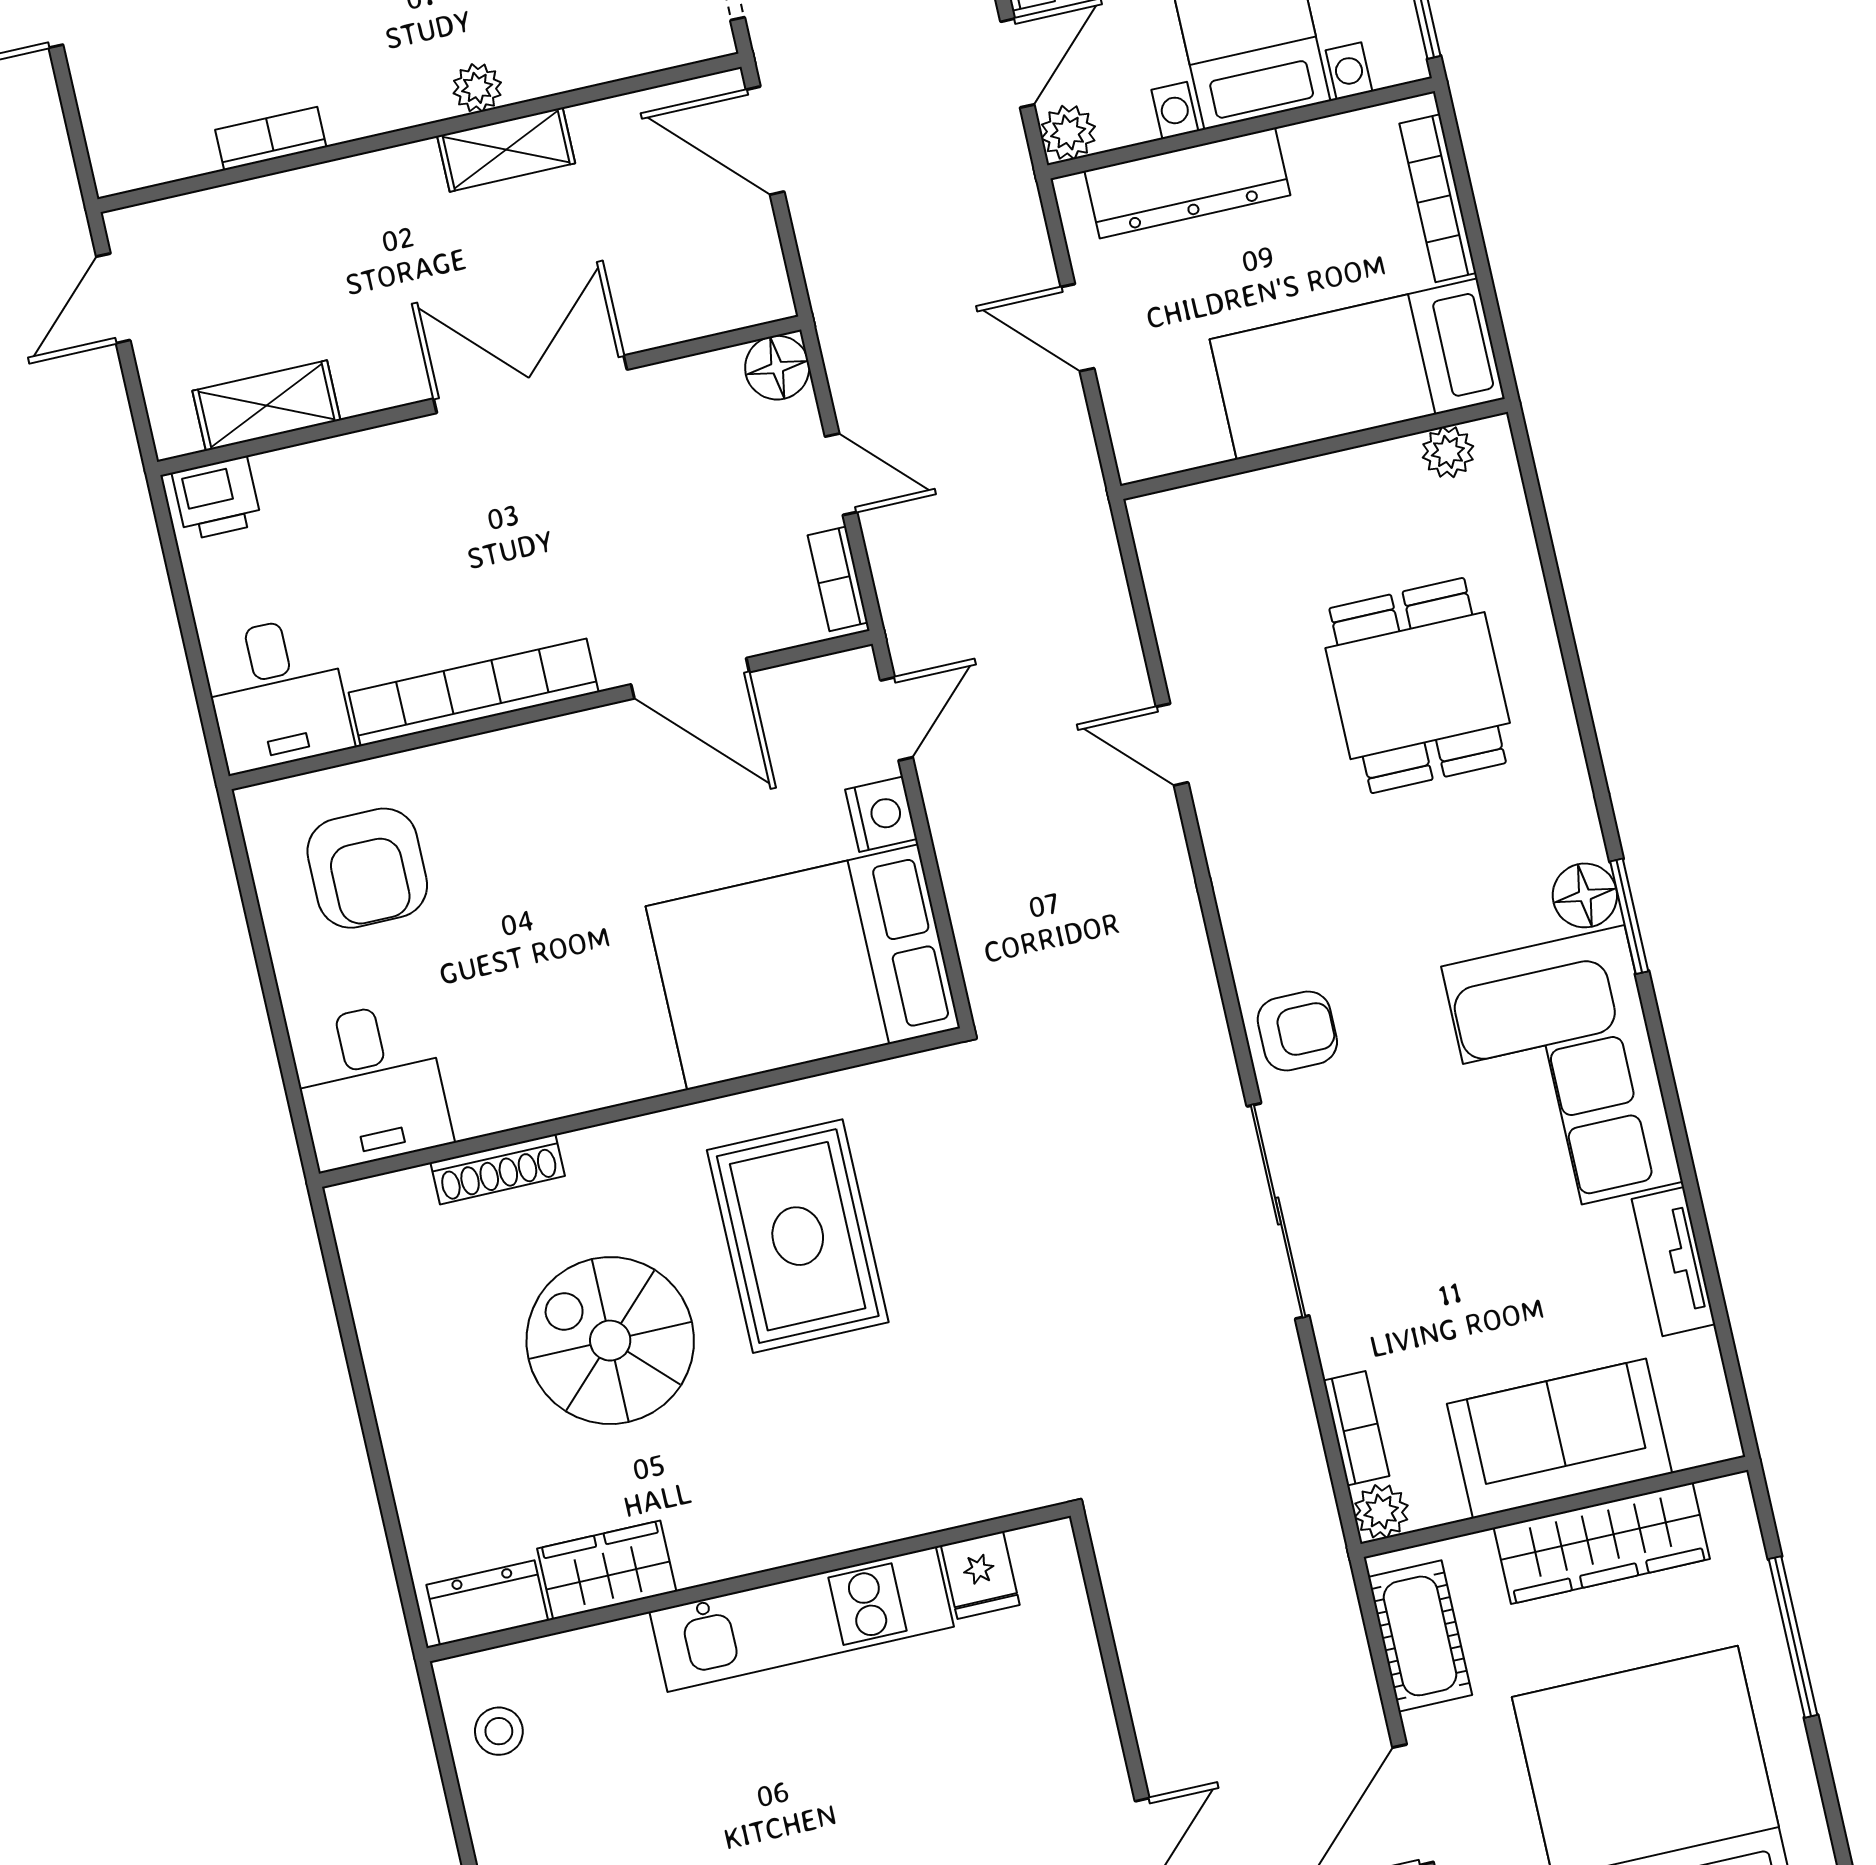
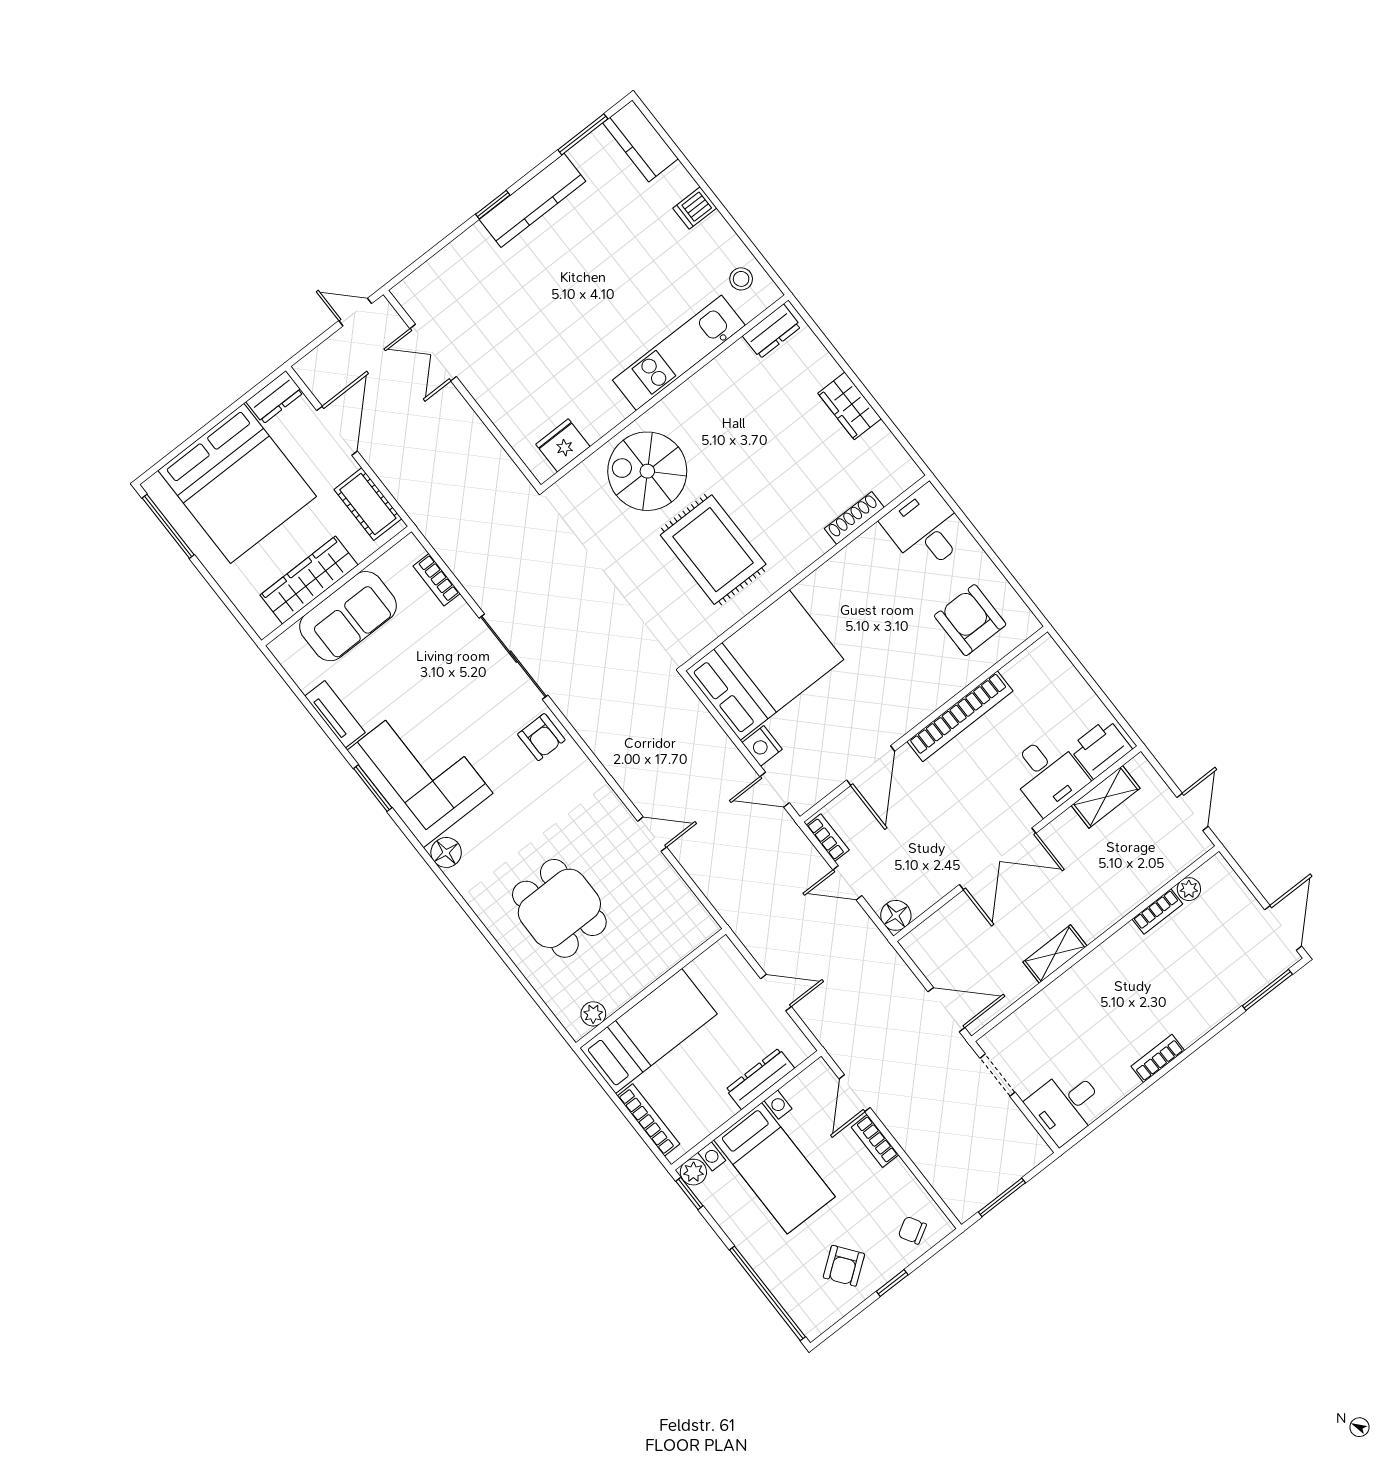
plant: (477, 88) -> (1189, 889), moved
plant: (1068, 132) -> (693, 1172), moved
dresser: (1187, 183) -> (760, 1079), width x0.73, depth x0.80
printer: (217, 498) -> (1101, 748), width x1.36, depth x1.24
door: (690, 678) -> (871, 766), swing flipped
desk: (277, 694) -> (1047, 774), moved, turned 180
door: (897, 719) -> (775, 790), hinge flipped
window: (1629, 916) -> (373, 788), moved
armchair: (1297, 1031) -> (541, 737), turned -90
spiral stairs: (610, 1341) -> (647, 471), moved, turned 180
plant: (1381, 1511) -> (409, 549), removed
wardrobe: (607, 1570) -> (850, 406), moved, turned 90
fridge: (980, 1575) -> (563, 445), width x1.38
kitchen unit: (802, 1619) -> (679, 353), moved
window: (1793, 1637) -> (168, 526), moved

